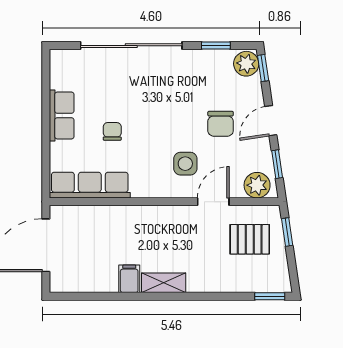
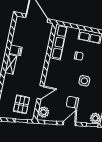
door: (271, 121) -> (69, 124), hinge flipped
side table: (185, 164) -> (84, 81), moved
door: (213, 202) -> (40, 92), hinge flipped

